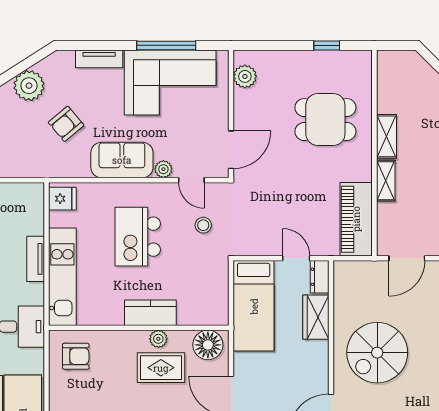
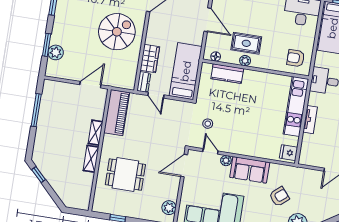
kitchen island: (138, 237) -> (248, 123), removed
kitchen counter: (150, 313) -> (227, 74), moved
floor lamp: (208, 345) -> (216, 56), width x0.53, depth x0.53

